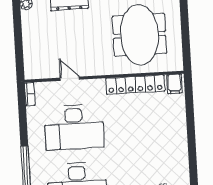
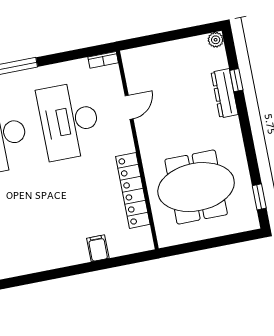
filing cabinet: (174, 84) -> (98, 248), moved, turned 90

